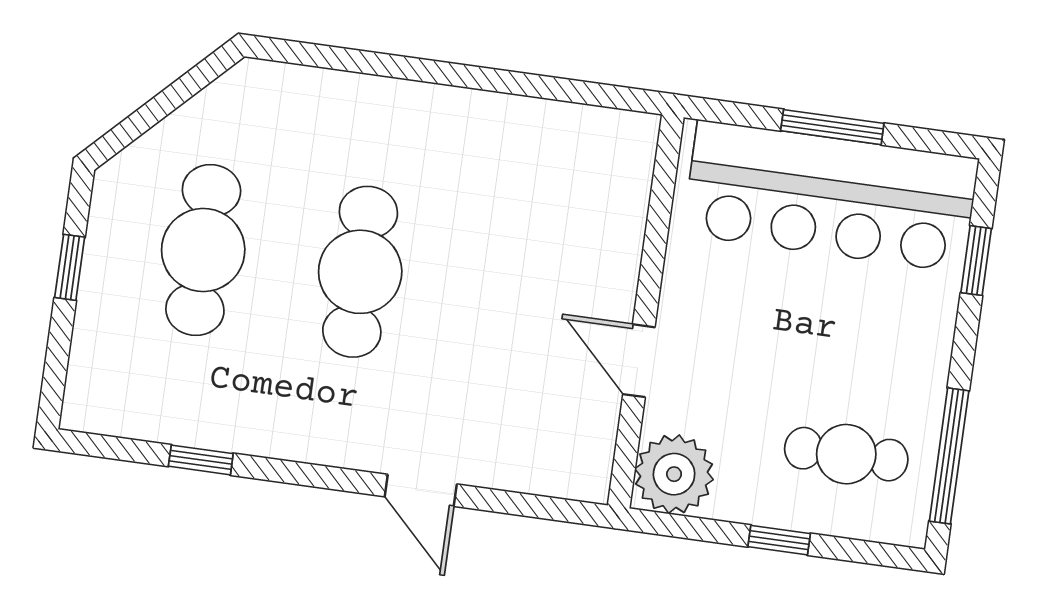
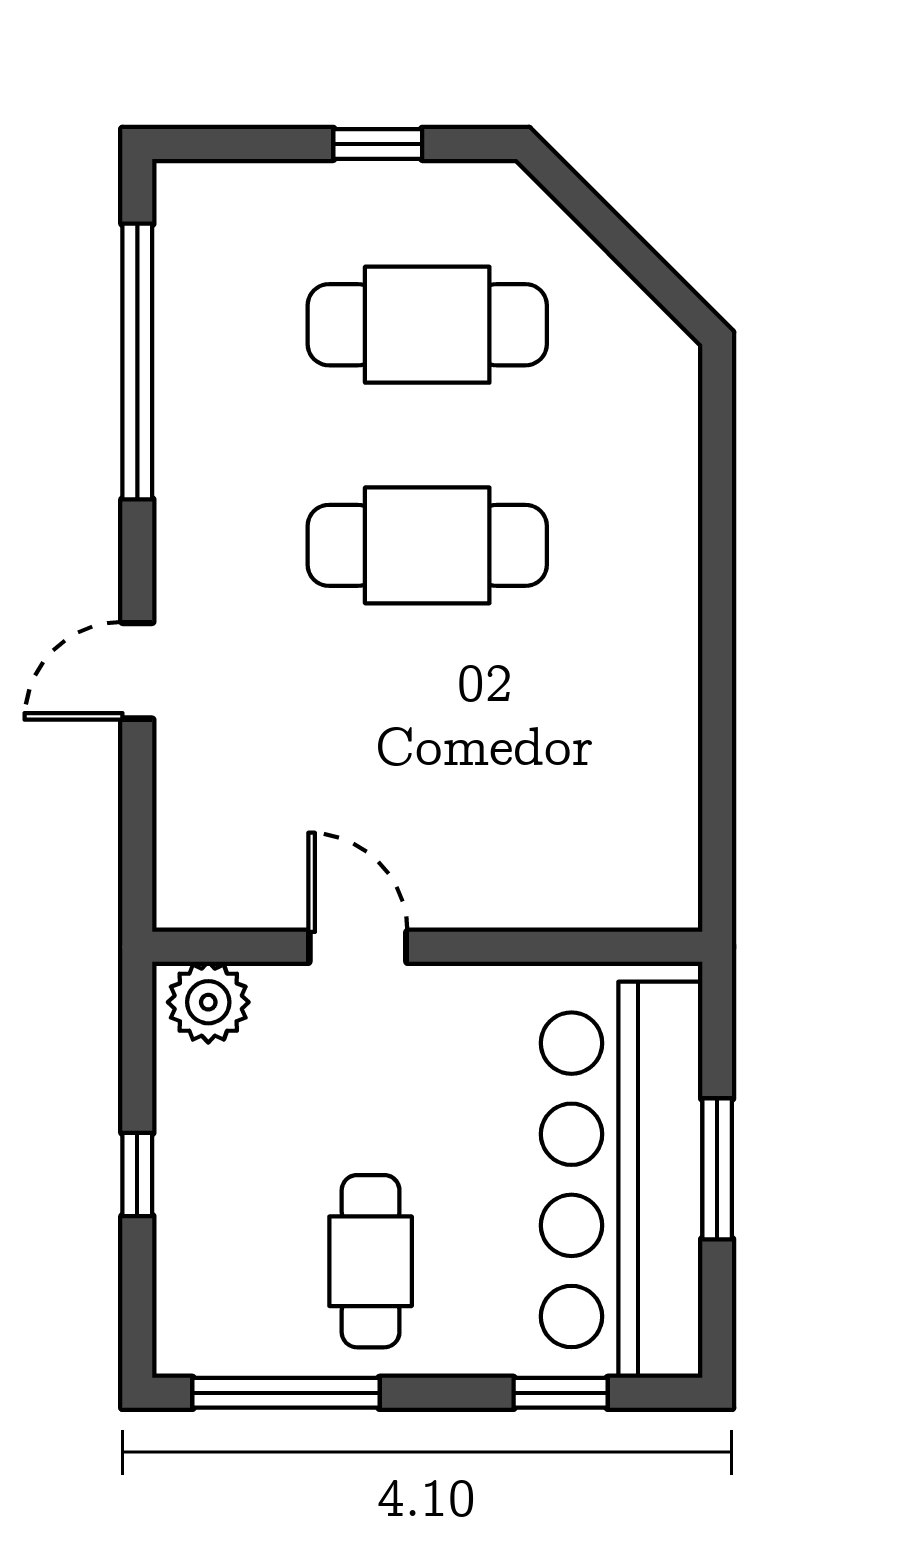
door: (639, 361) -> (358, 947), hinge flipped
cafe table: (846, 454) -> (371, 1261), moved
window: (201, 460) -> (137, 362), width x3.17
plant: (674, 474) -> (208, 1002), width x0.73, depth x0.73

